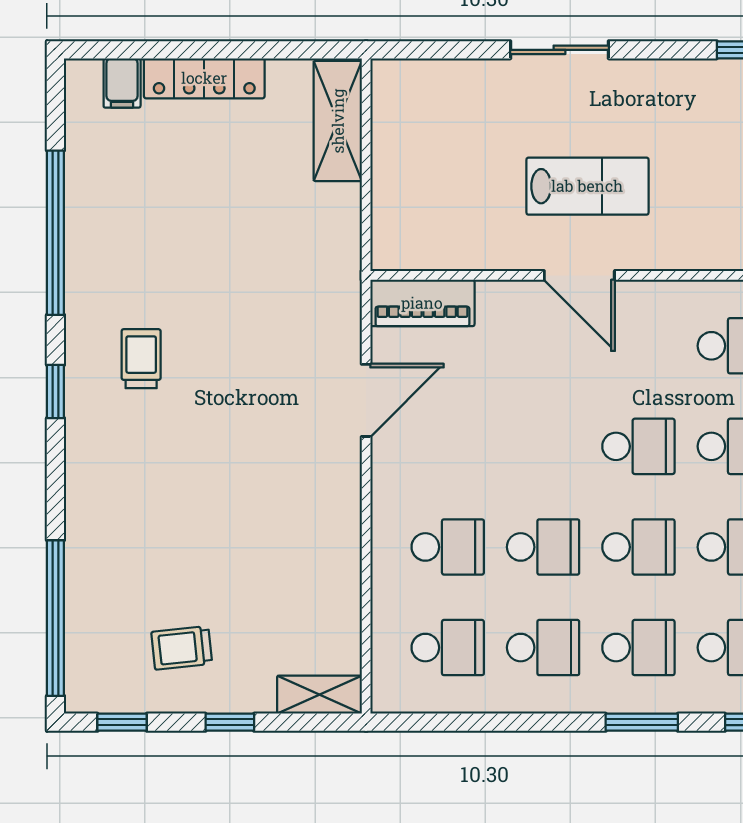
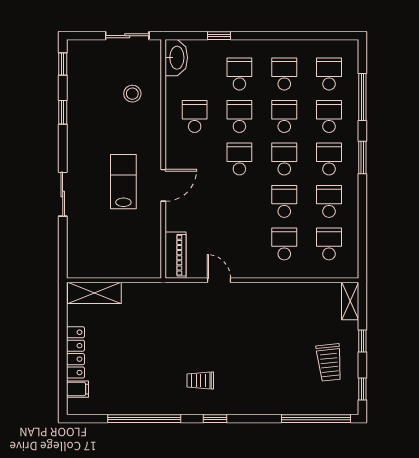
door: (366, 400) -> (219, 280), width x0.73
trolley: (182, 648) -> (329, 362), width x1.36, depth x1.39

